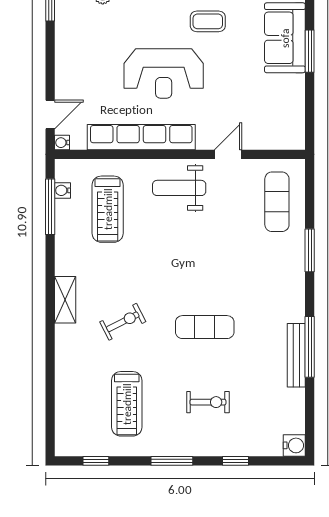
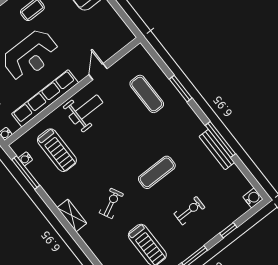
weight bench: (179, 188) -> (86, 109), turned 180
exercise mat: (277, 202) -> (147, 94), moved

